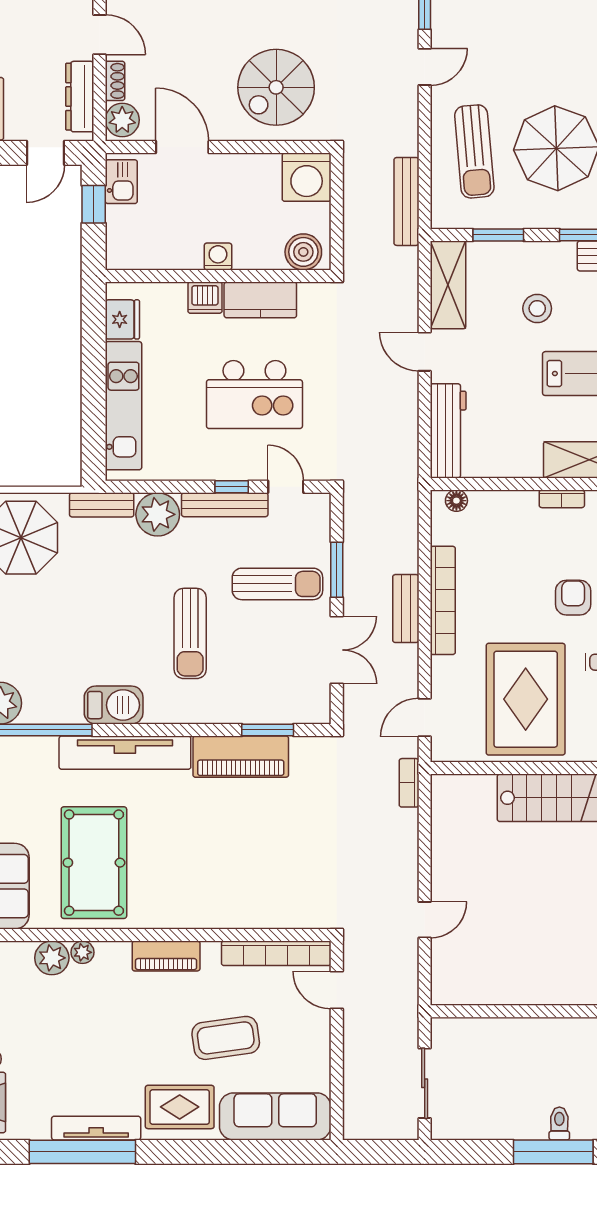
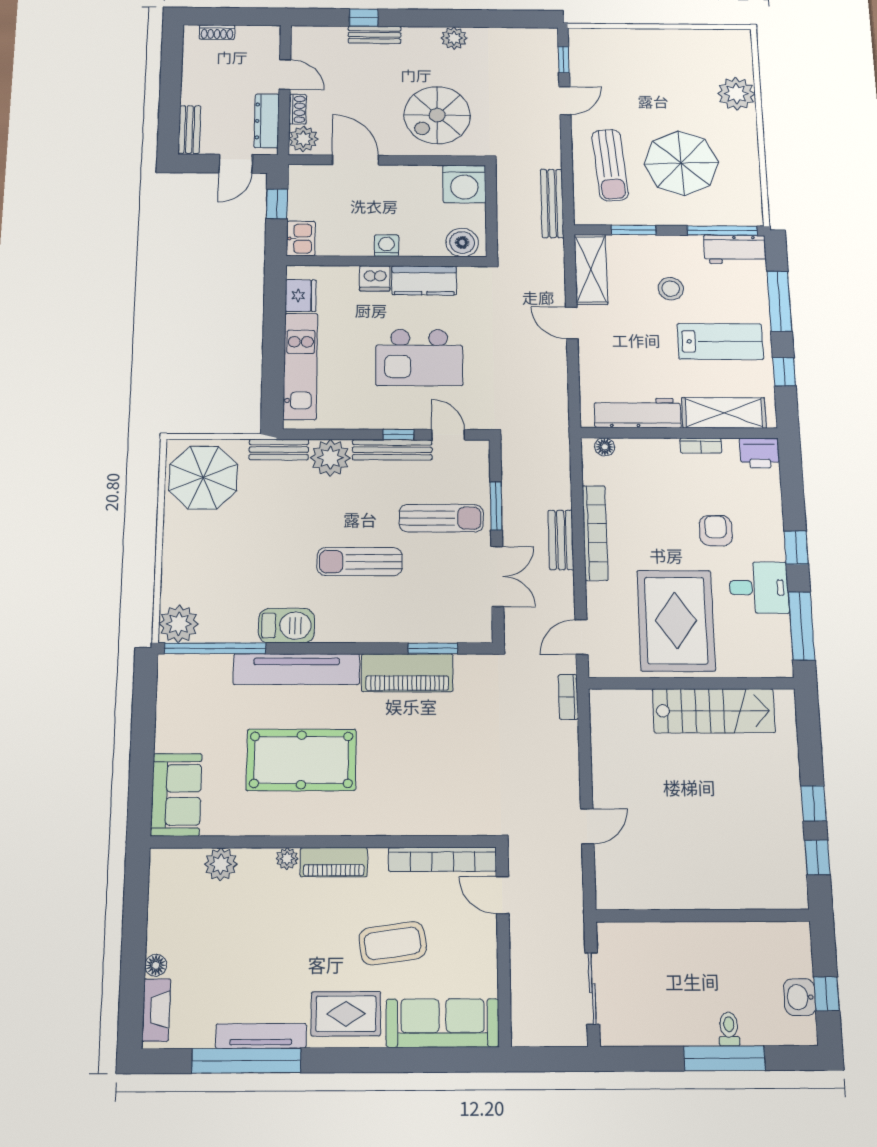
kitchen sink: (121, 182) -> (301, 239), moved
workbench: (448, 431) -> (638, 413), moved, turned -90
sun lounger: (190, 633) -> (360, 562), turned 90
pool table: (94, 863) -> (301, 760), moved, turned 90
plant: (82, 952) -> (287, 859), moved

